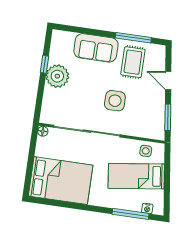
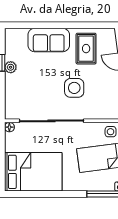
window: (133, 38) -> (83, 25), removed
plant: (57, 76) -> (11, 67), width x0.53, depth x0.53

